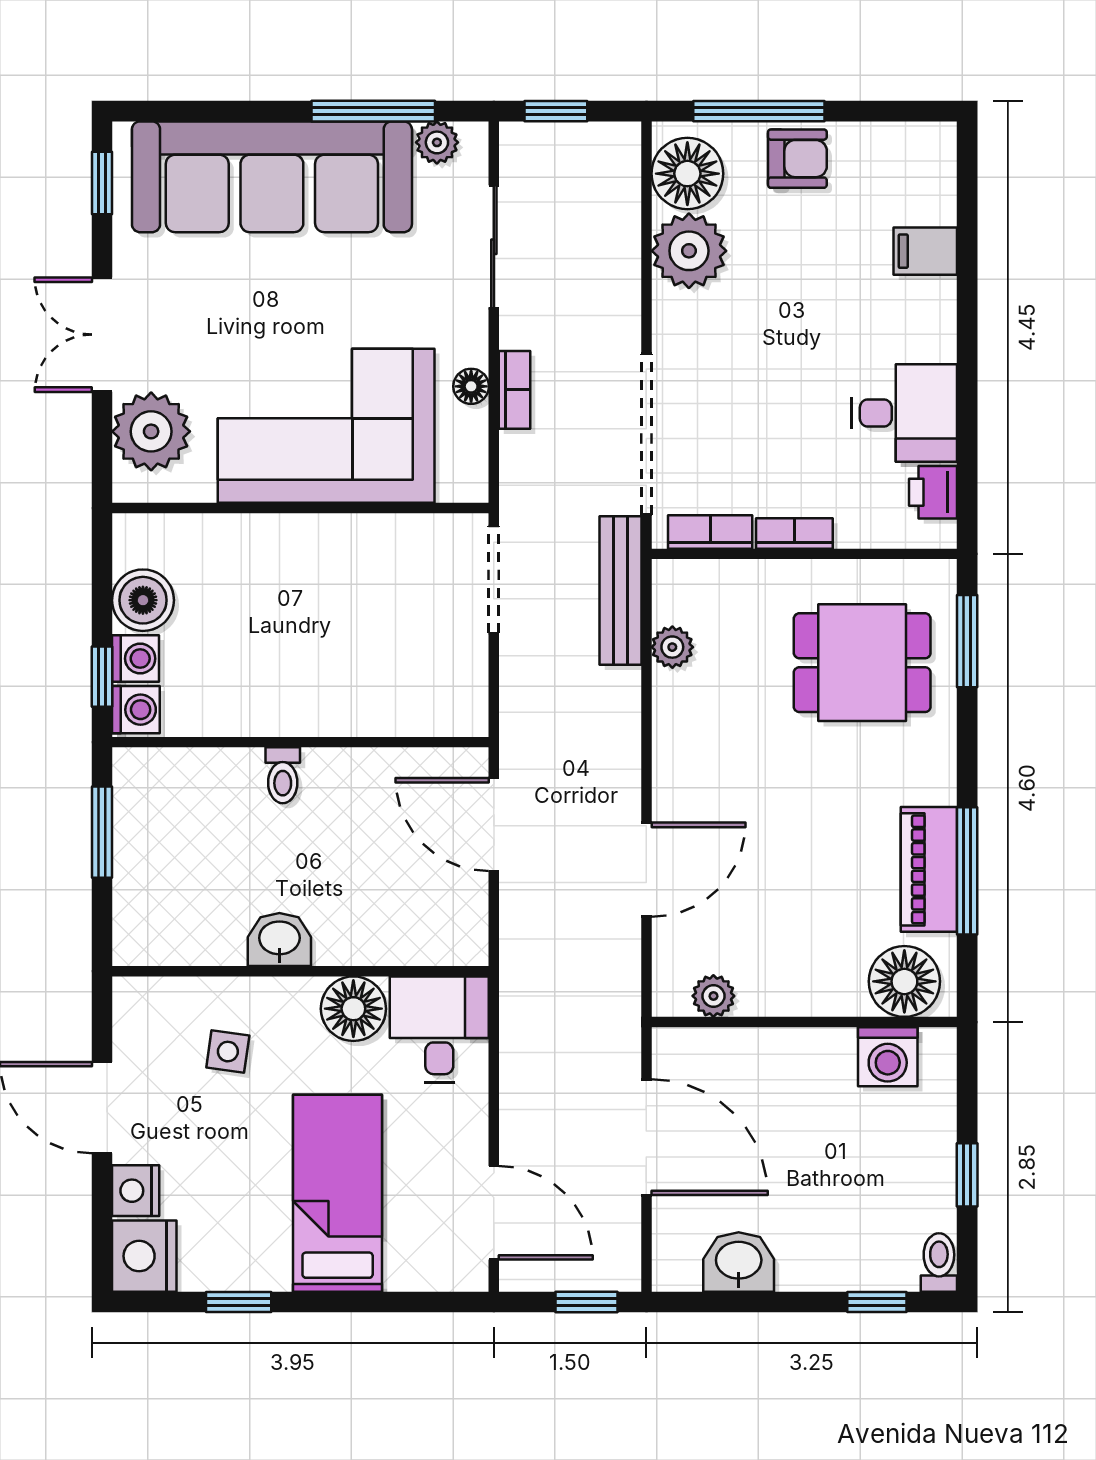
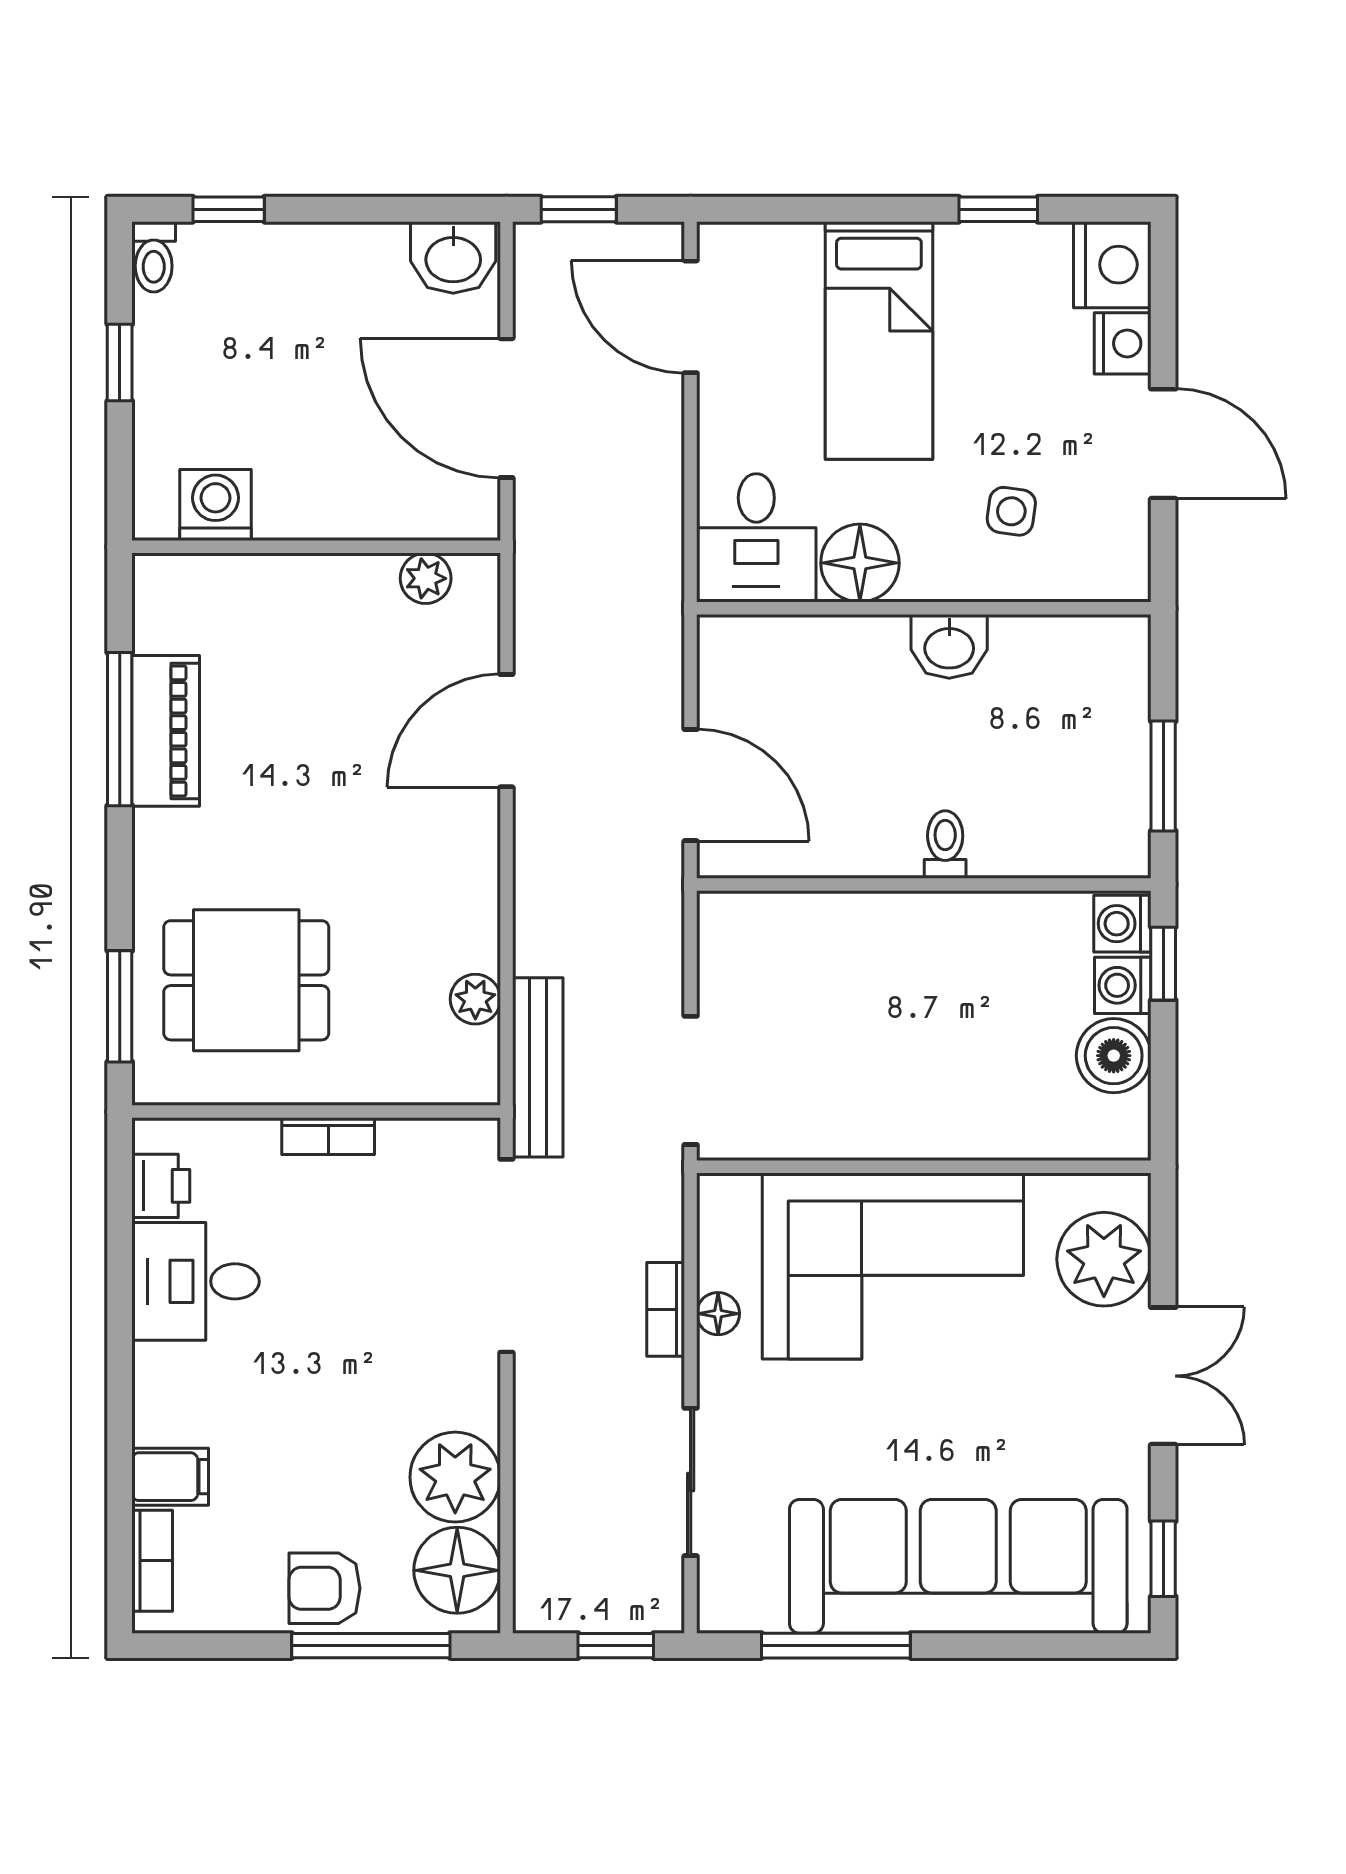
plant: (437, 142) -> (759, 1608), removed
bookcase: (710, 532) -> (152, 1561), moved, turned -90
floor lamp: (904, 981) -> (195, 596), removed
washbasin: (739, 1262) -> (453, 257), moved

